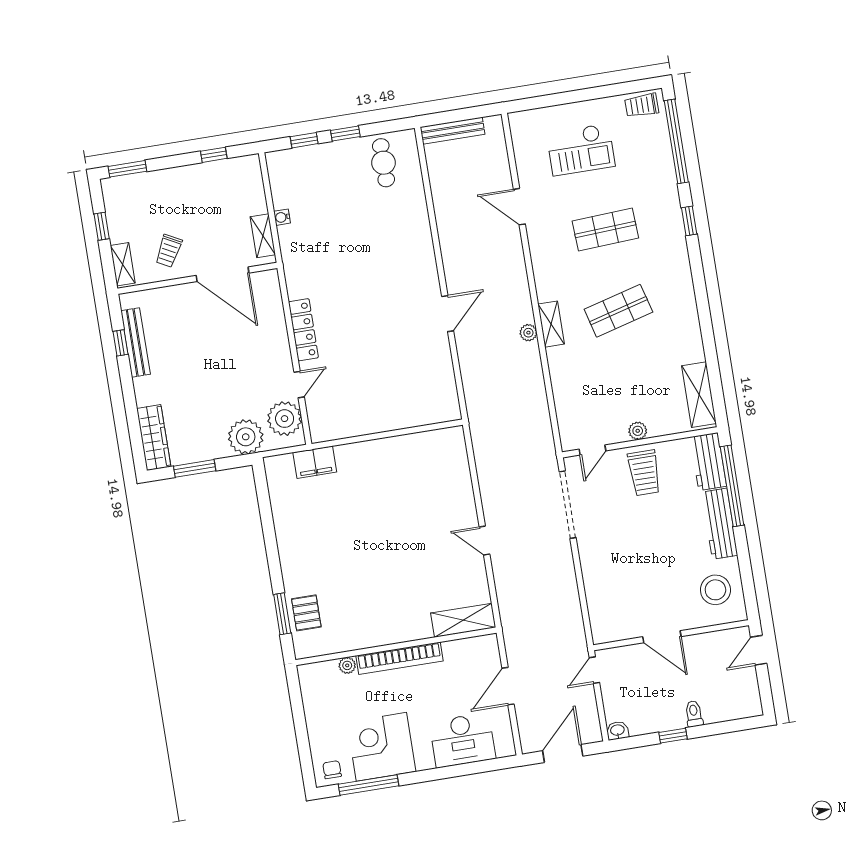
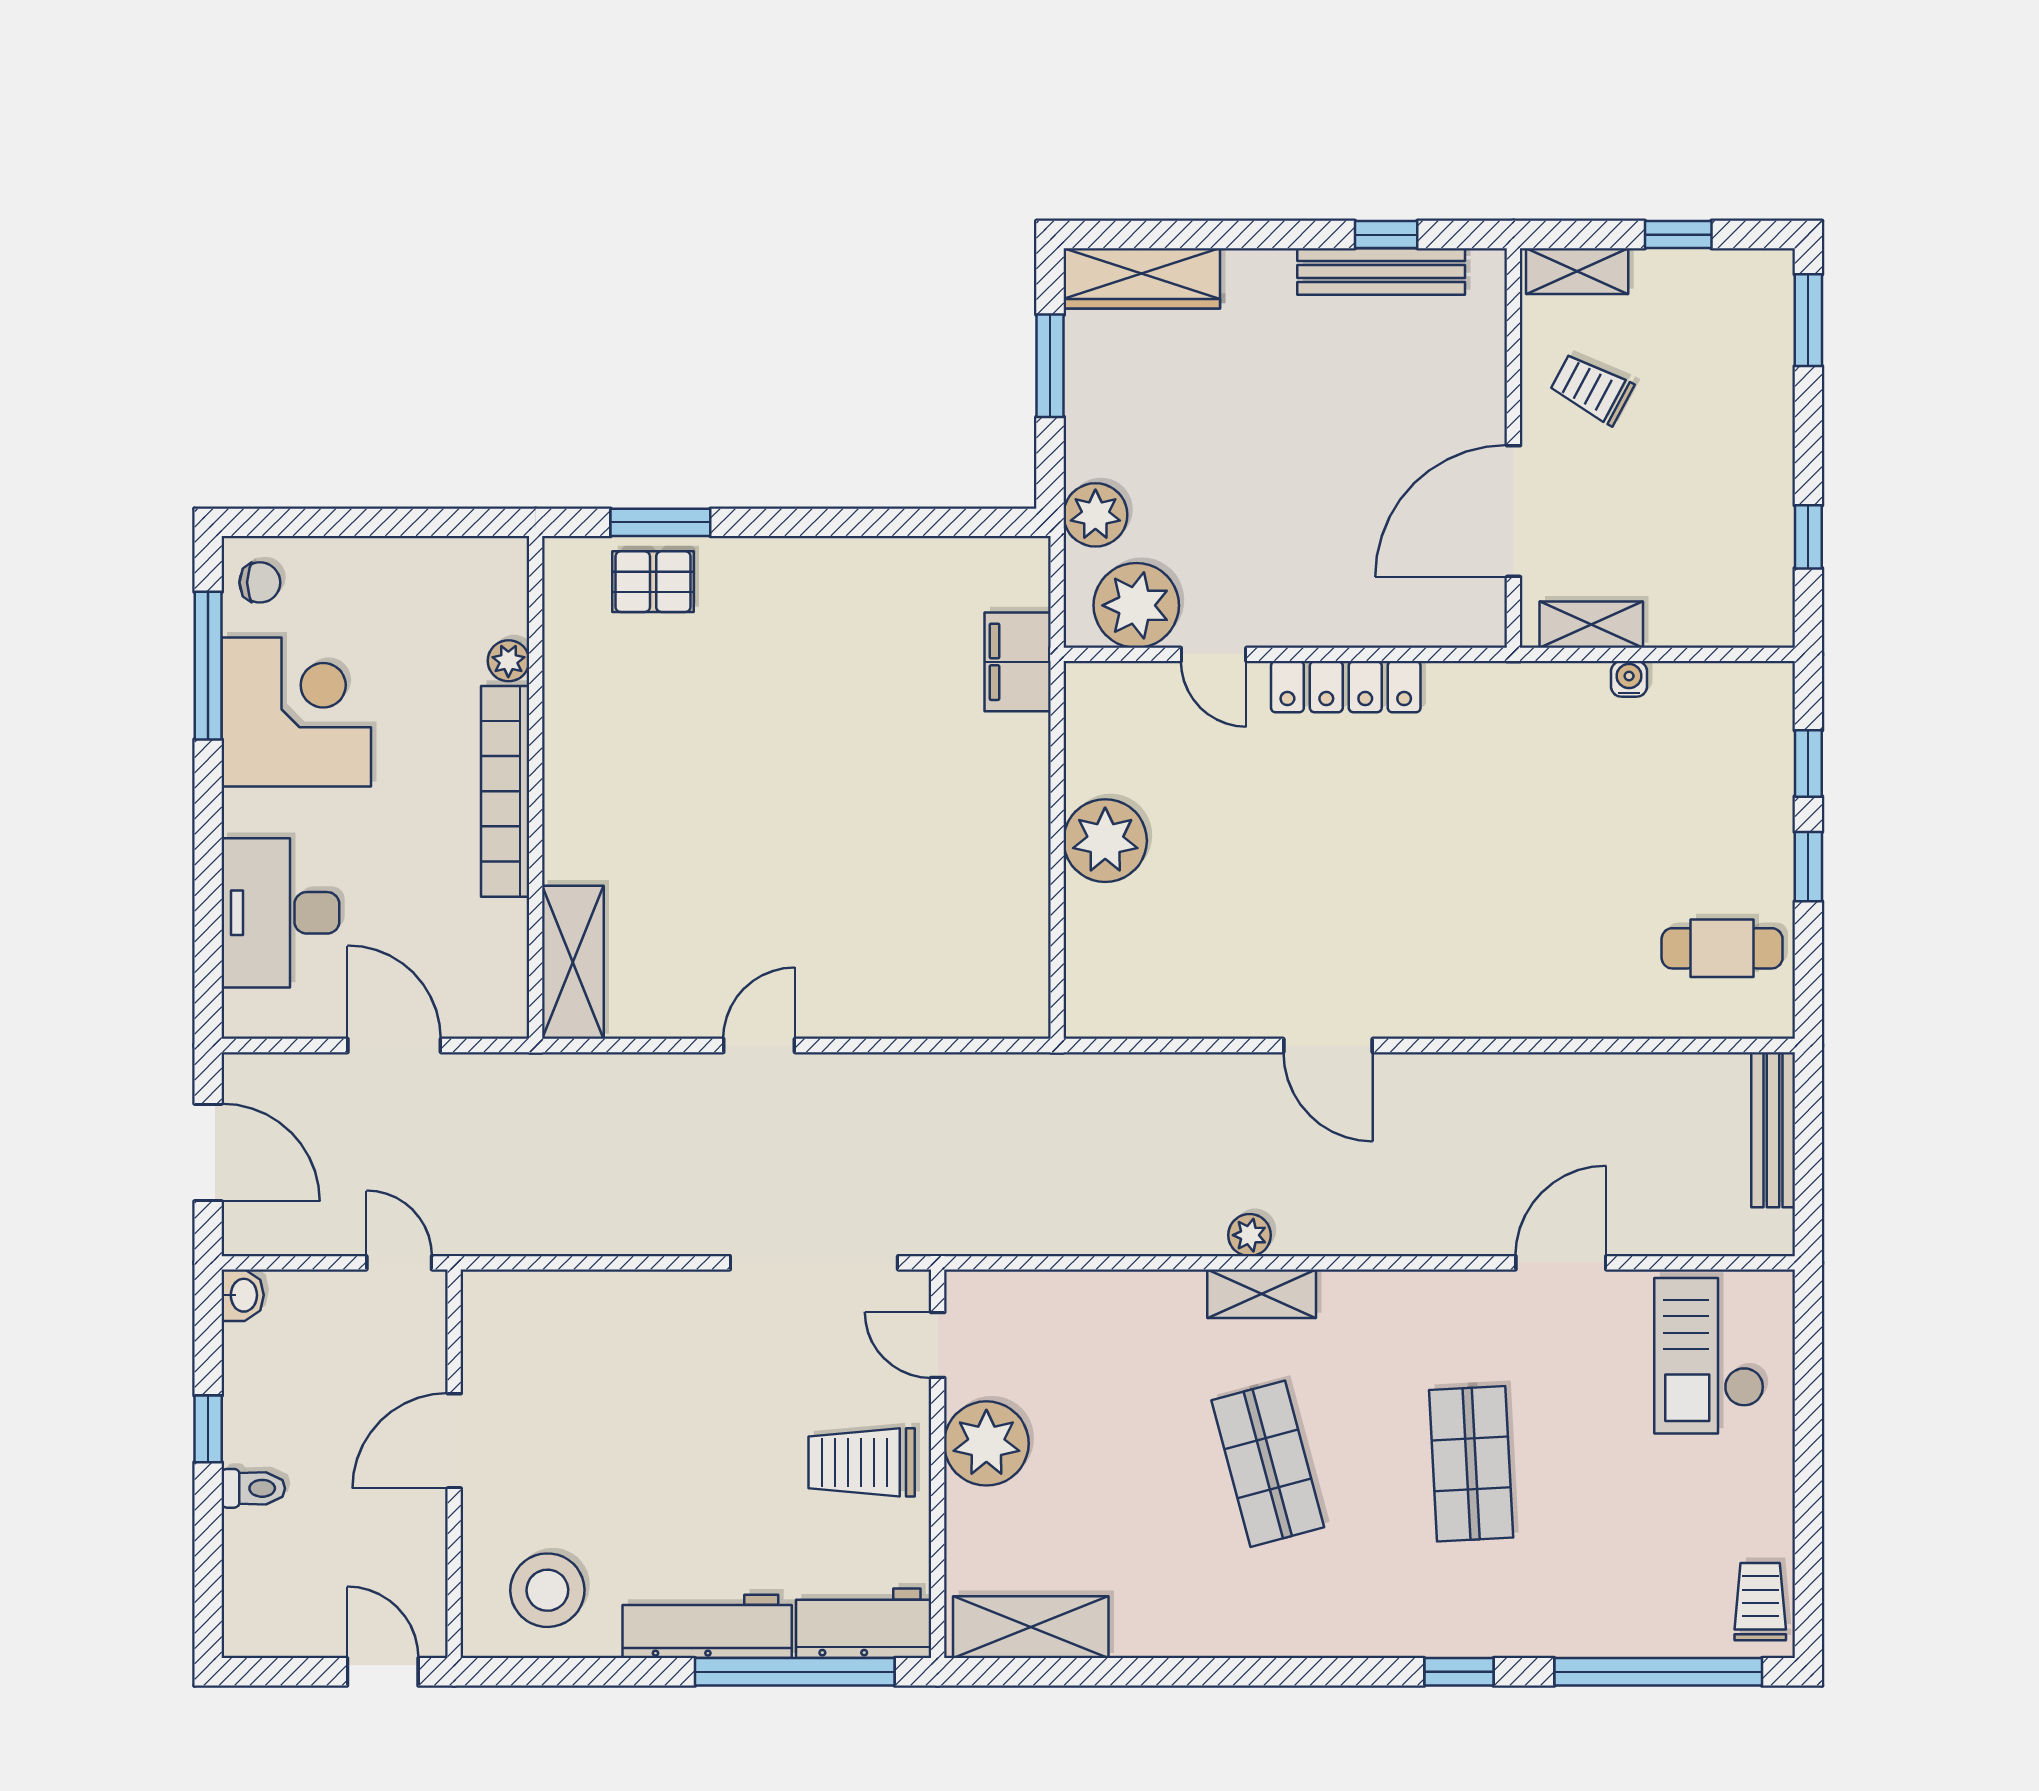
checkout: (581, 150) -> (1709, 1356), moved
plant: (380, 416) -> (1105, 841), added
plant: (638, 431) -> (986, 1443), width x1.88, depth x1.88
plant: (246, 437) -> (1095, 515), width x0.73, depth x0.73

